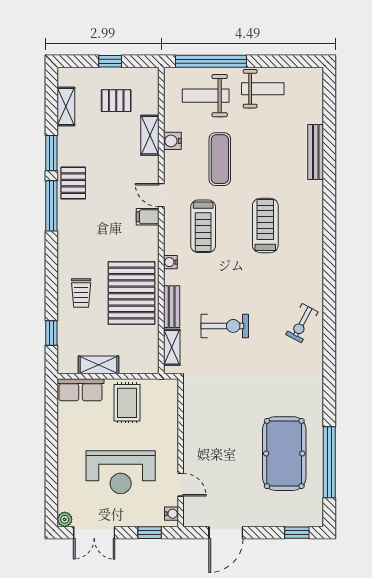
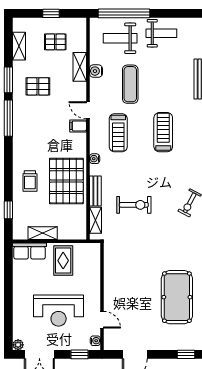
pallet: (73, 183) -> (38, 86), moved, turned 90

